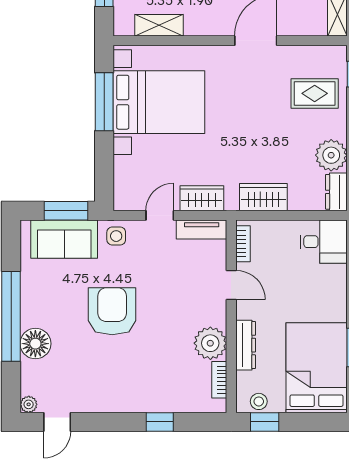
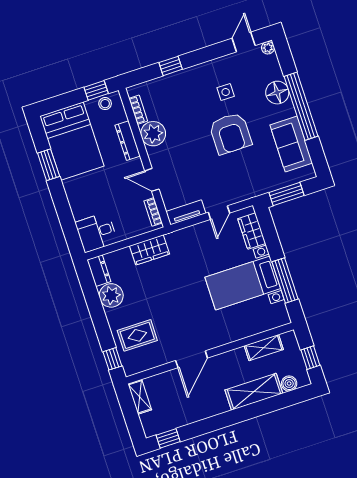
bed with nightstands: (159, 102) -> (243, 283), width x0.73
wardrobe: (202, 198) -> (252, 231), moved, turned 90
side table: (116, 236) -> (226, 92), moved
sofa: (64, 239) -> (291, 144), moved, turned -90

